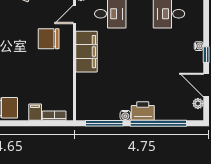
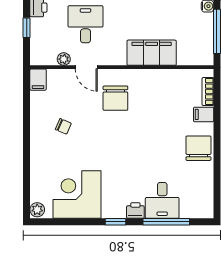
filing cabinet: (86, 52) -> (152, 53), moved

